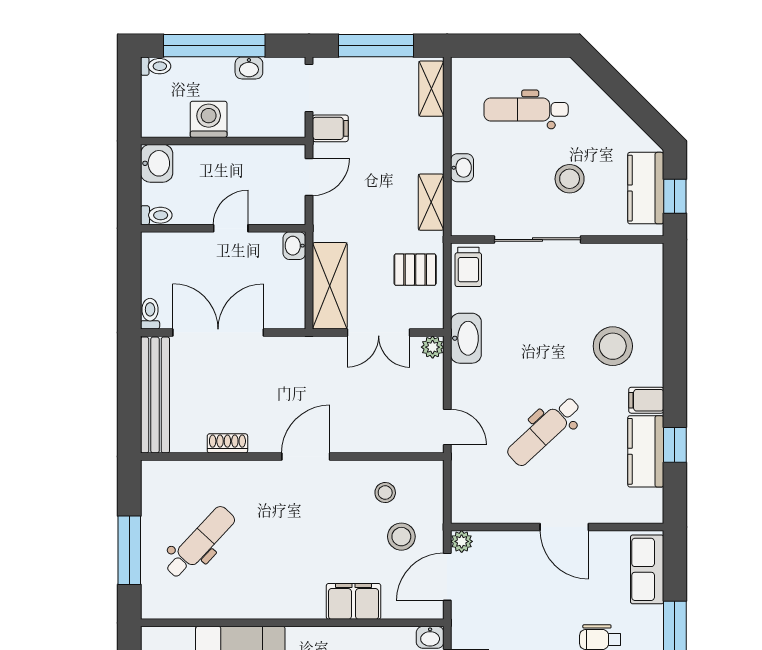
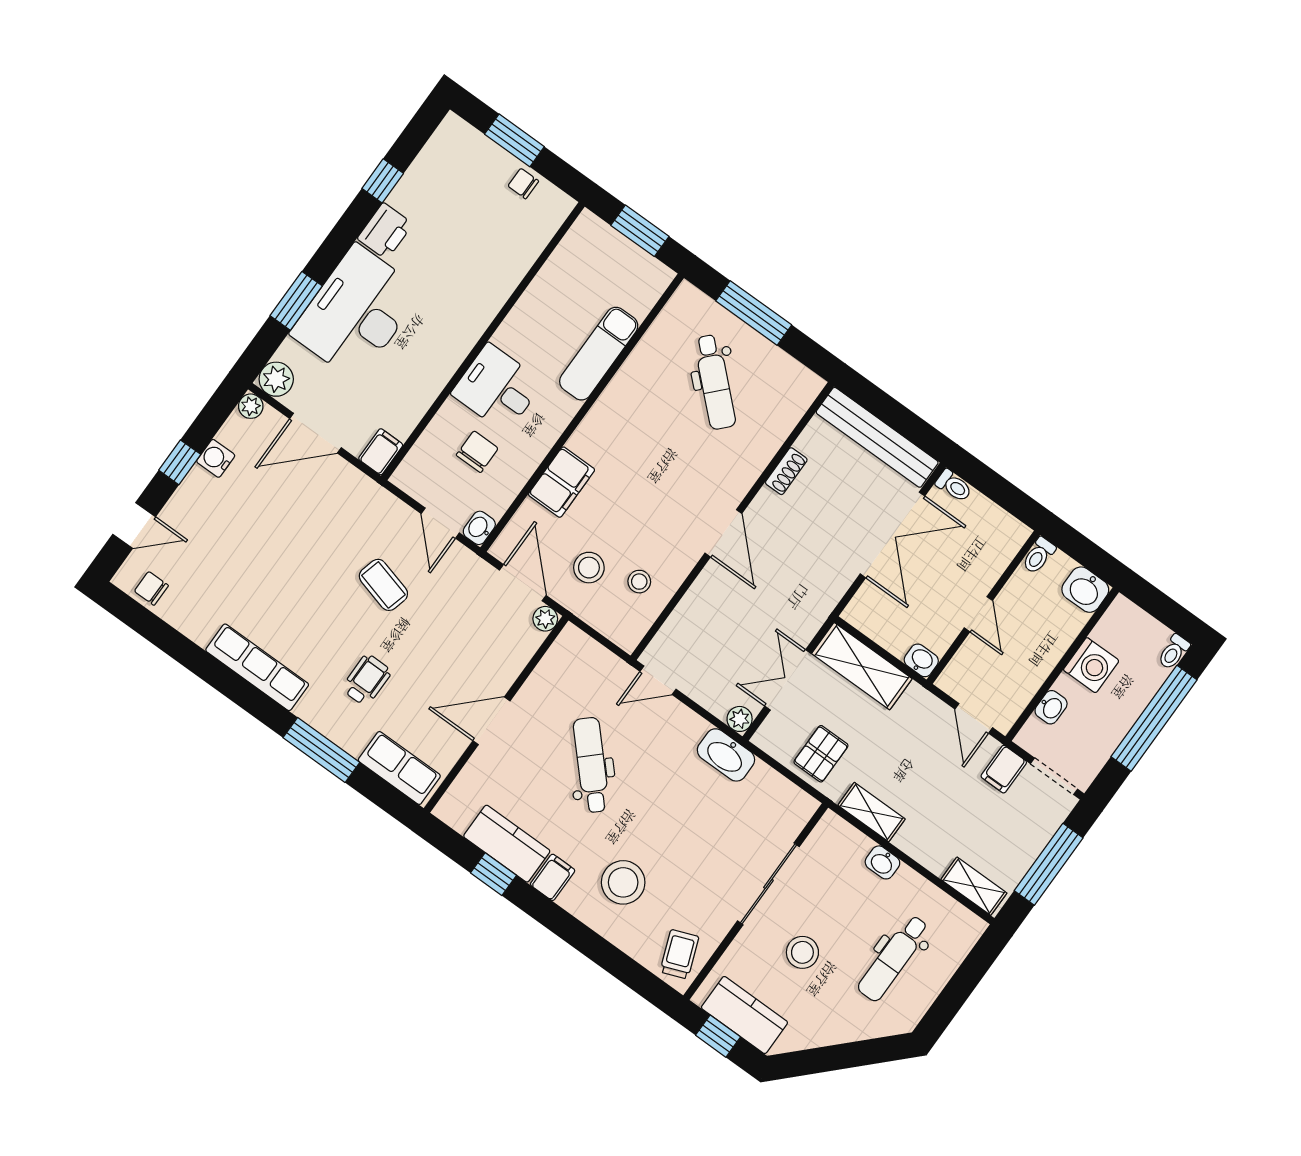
washbasin: (249, 68) -> (1051, 707), moved, turned 180
dental chair: (526, 109) -> (893, 958), turned 180
trolley: (468, 267) -> (679, 954), moved, turned 69

